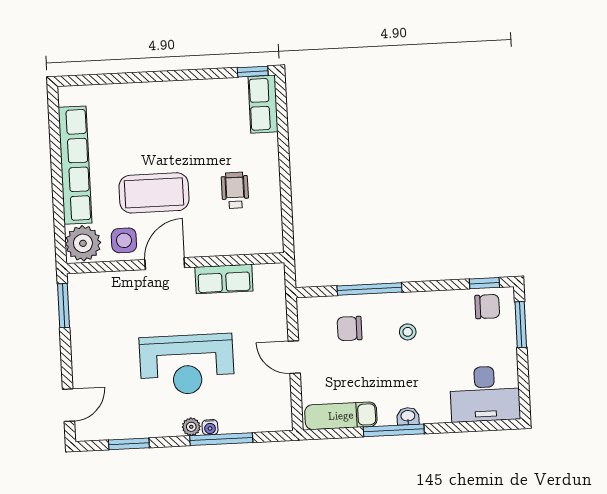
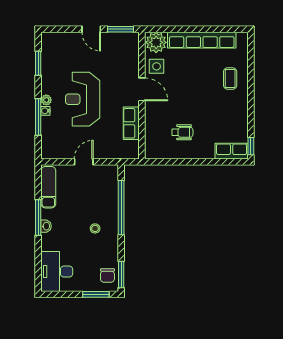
coffee table: (154, 193) -> (230, 79), moved, width x0.54, depth x0.58
window: (484, 283) -> (121, 275), width x1.50
window: (370, 289) -> (121, 208), width x1.46
chair: (350, 329) -> (99, 195), removed
door: (68, 405) -> (91, 29), moved

